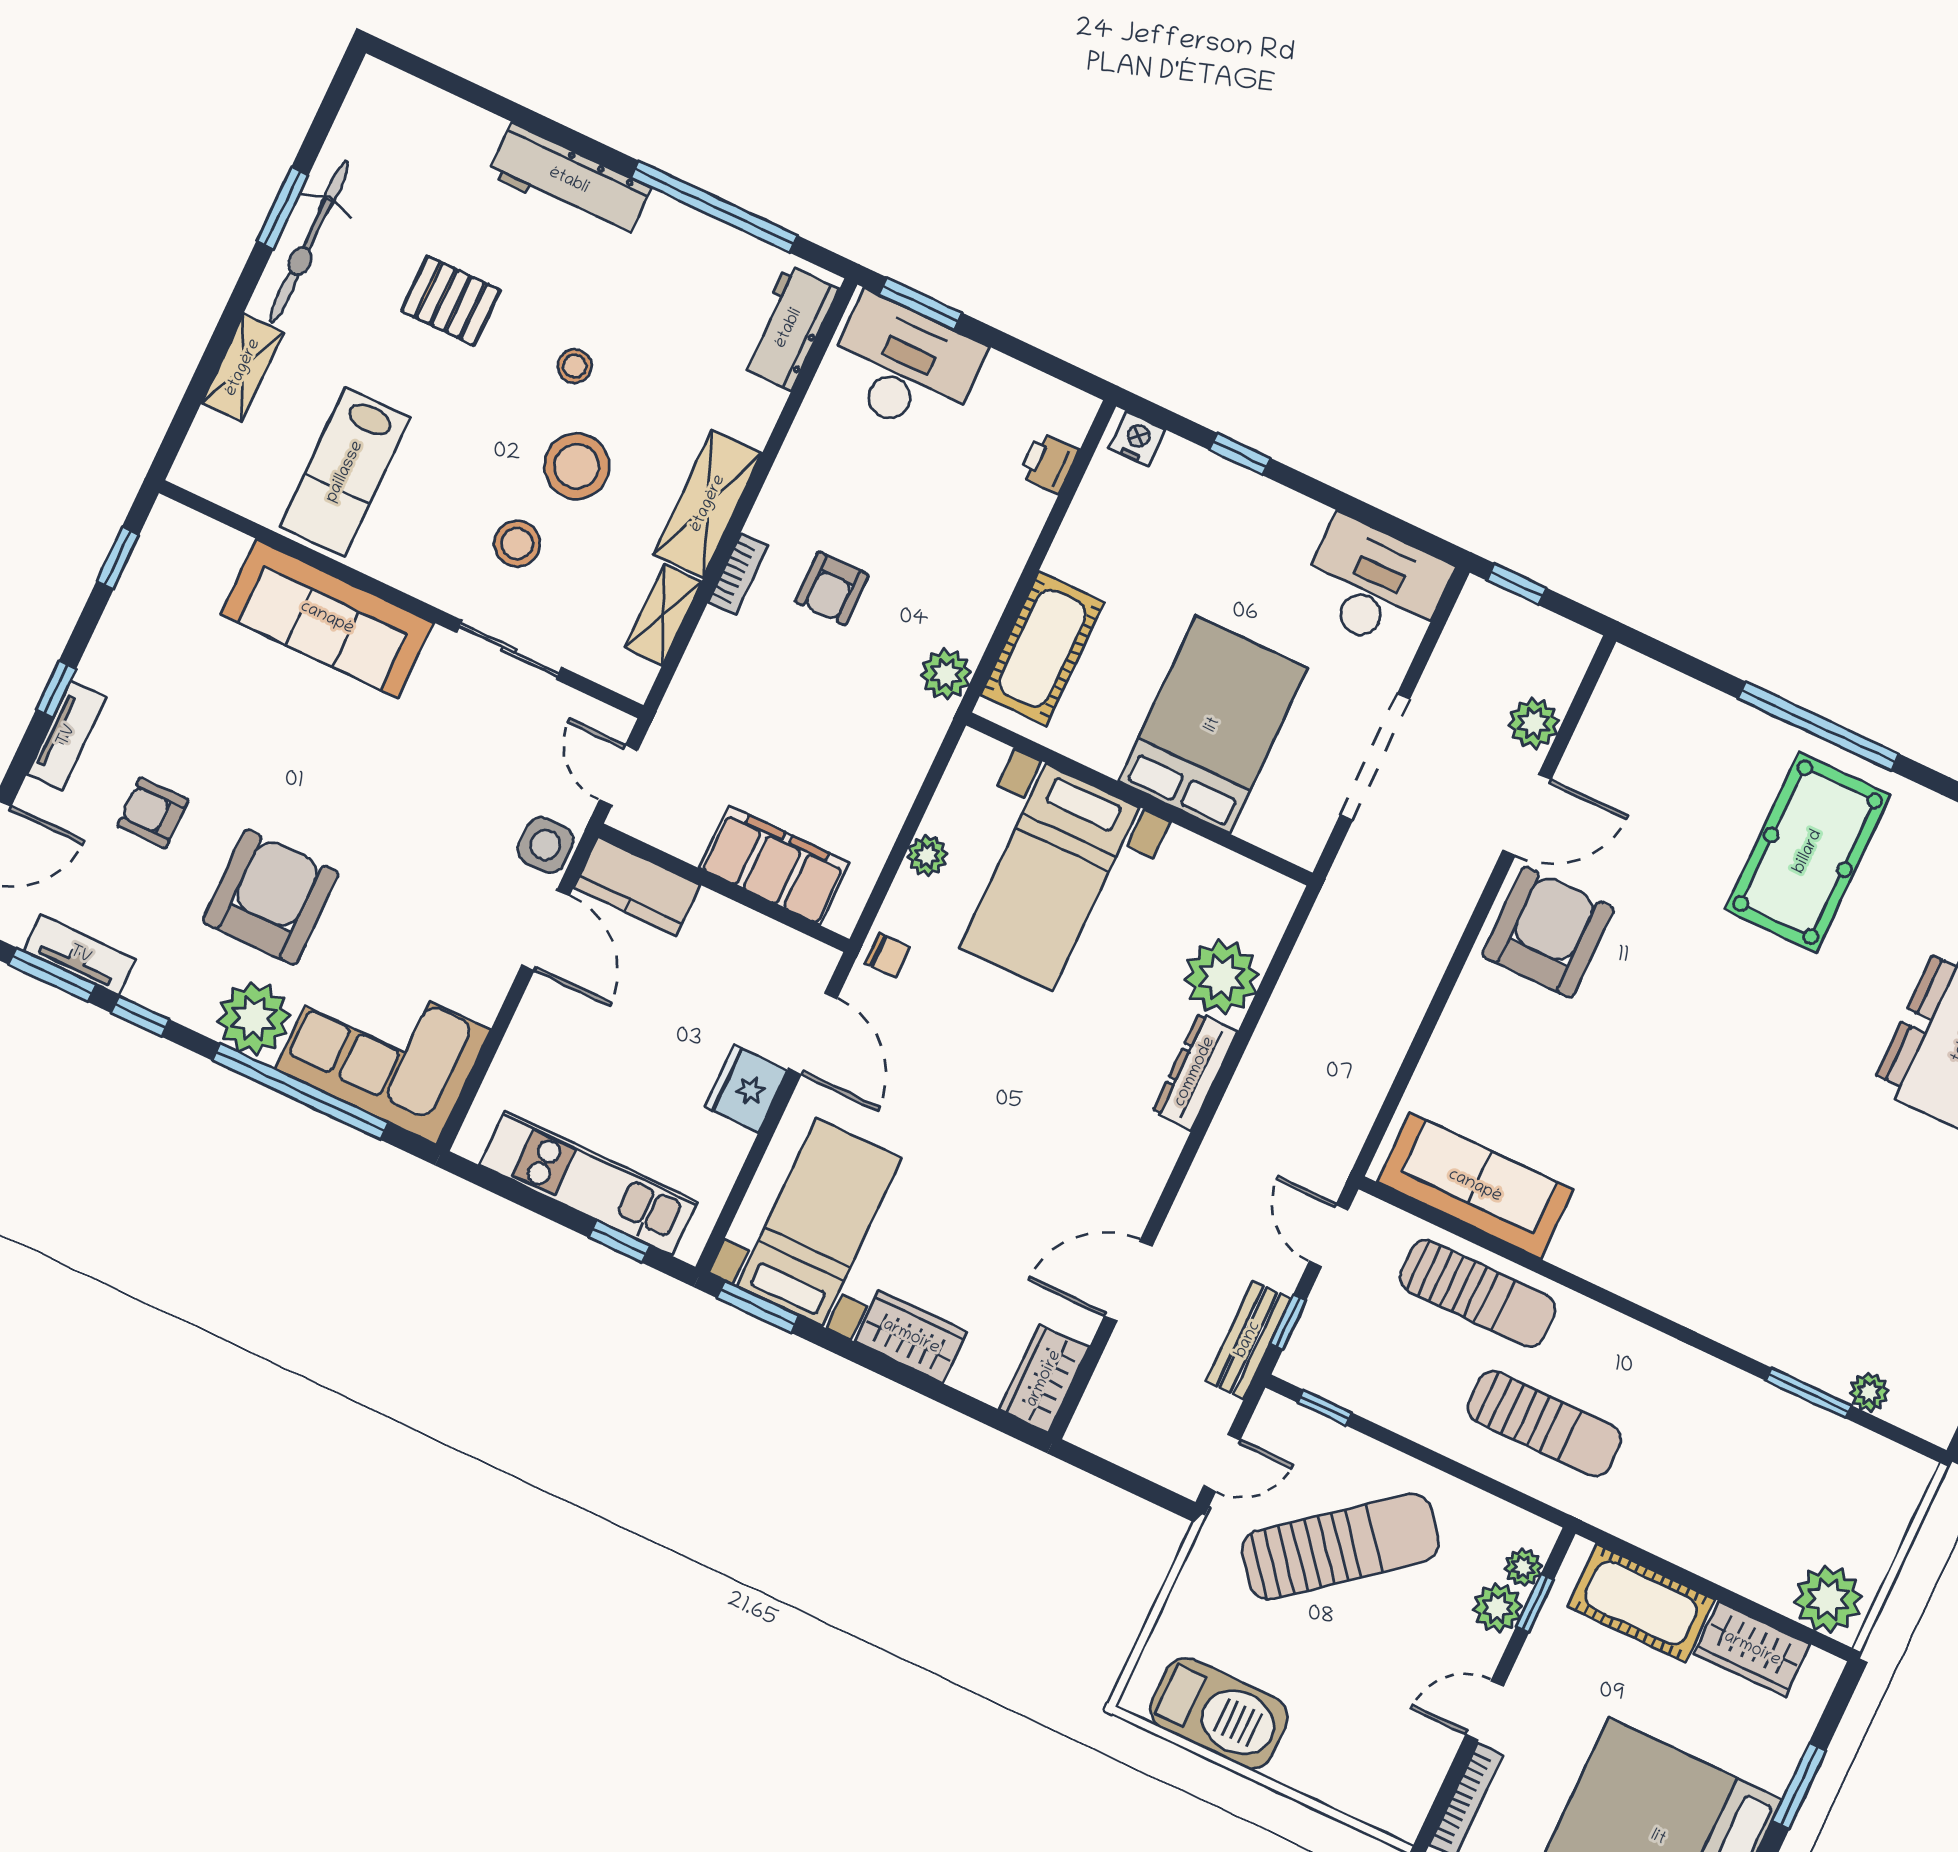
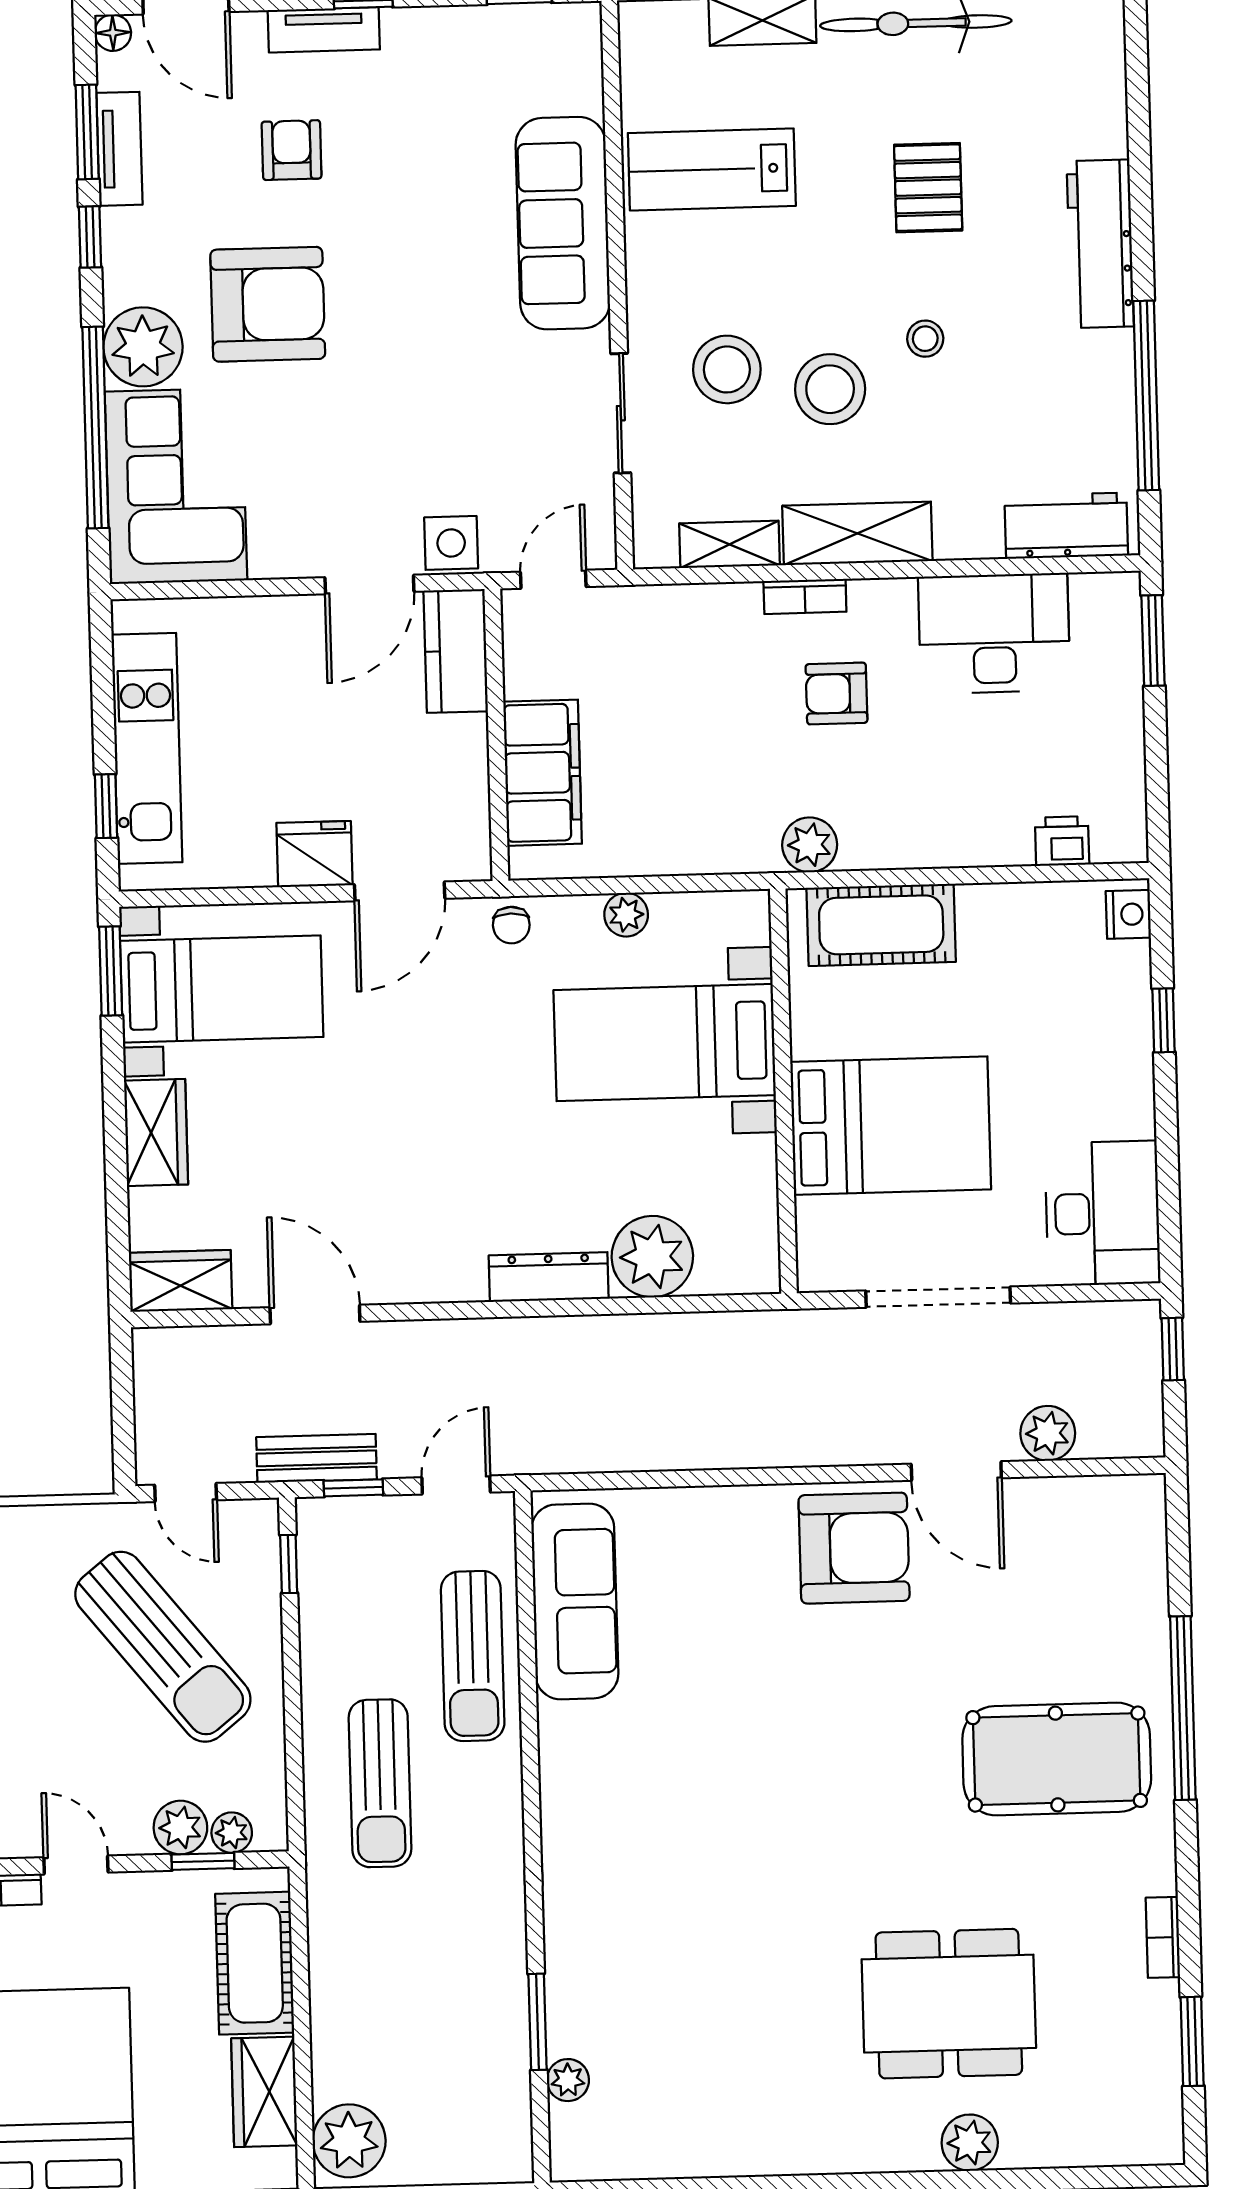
desk: (904, 367) -> (994, 633), moved, turned -90
stool: (517, 544) -> (727, 369), width x1.38, depth x1.38

